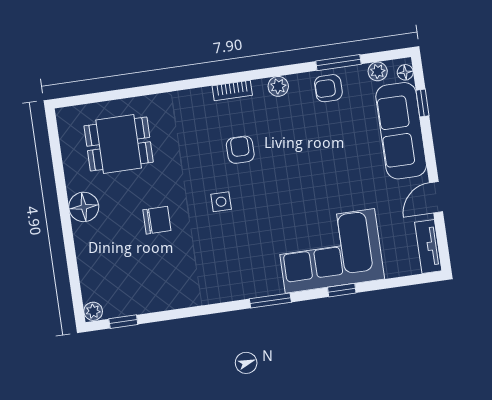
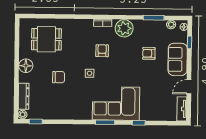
plant: (278, 86) -> (124, 28), width x1.87, depth x1.87
armchair: (328, 88) -> (149, 53), moved
sofa: (401, 131) -> (178, 59), width x0.73
corner sofa: (330, 251) -> (116, 104), moved
dresser: (89, 272) -> (24, 96), added

